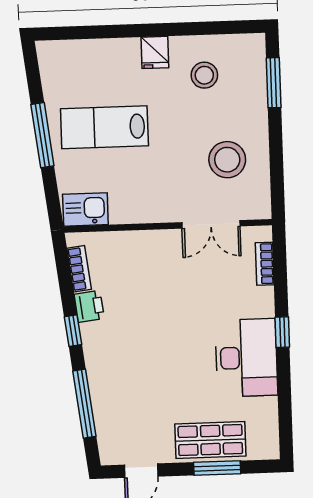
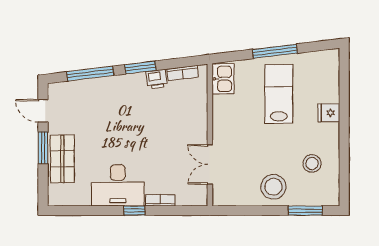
fridge: (155, 52) -> (329, 113), moved
stool: (227, 160) -> (273, 187), moved
bookcase: (265, 264) -> (160, 200), moved
window: (73, 331) -> (140, 68), width x1.50
window: (217, 468) -> (43, 148), moved

